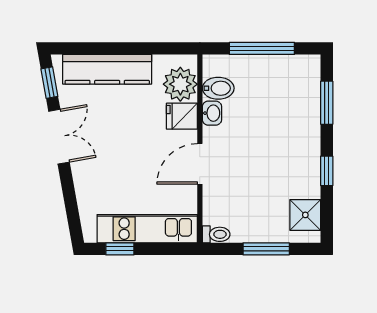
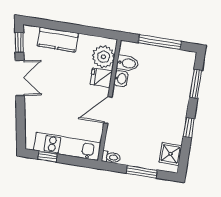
kitchen counter: (107, 69) -> (58, 40), width x0.67

